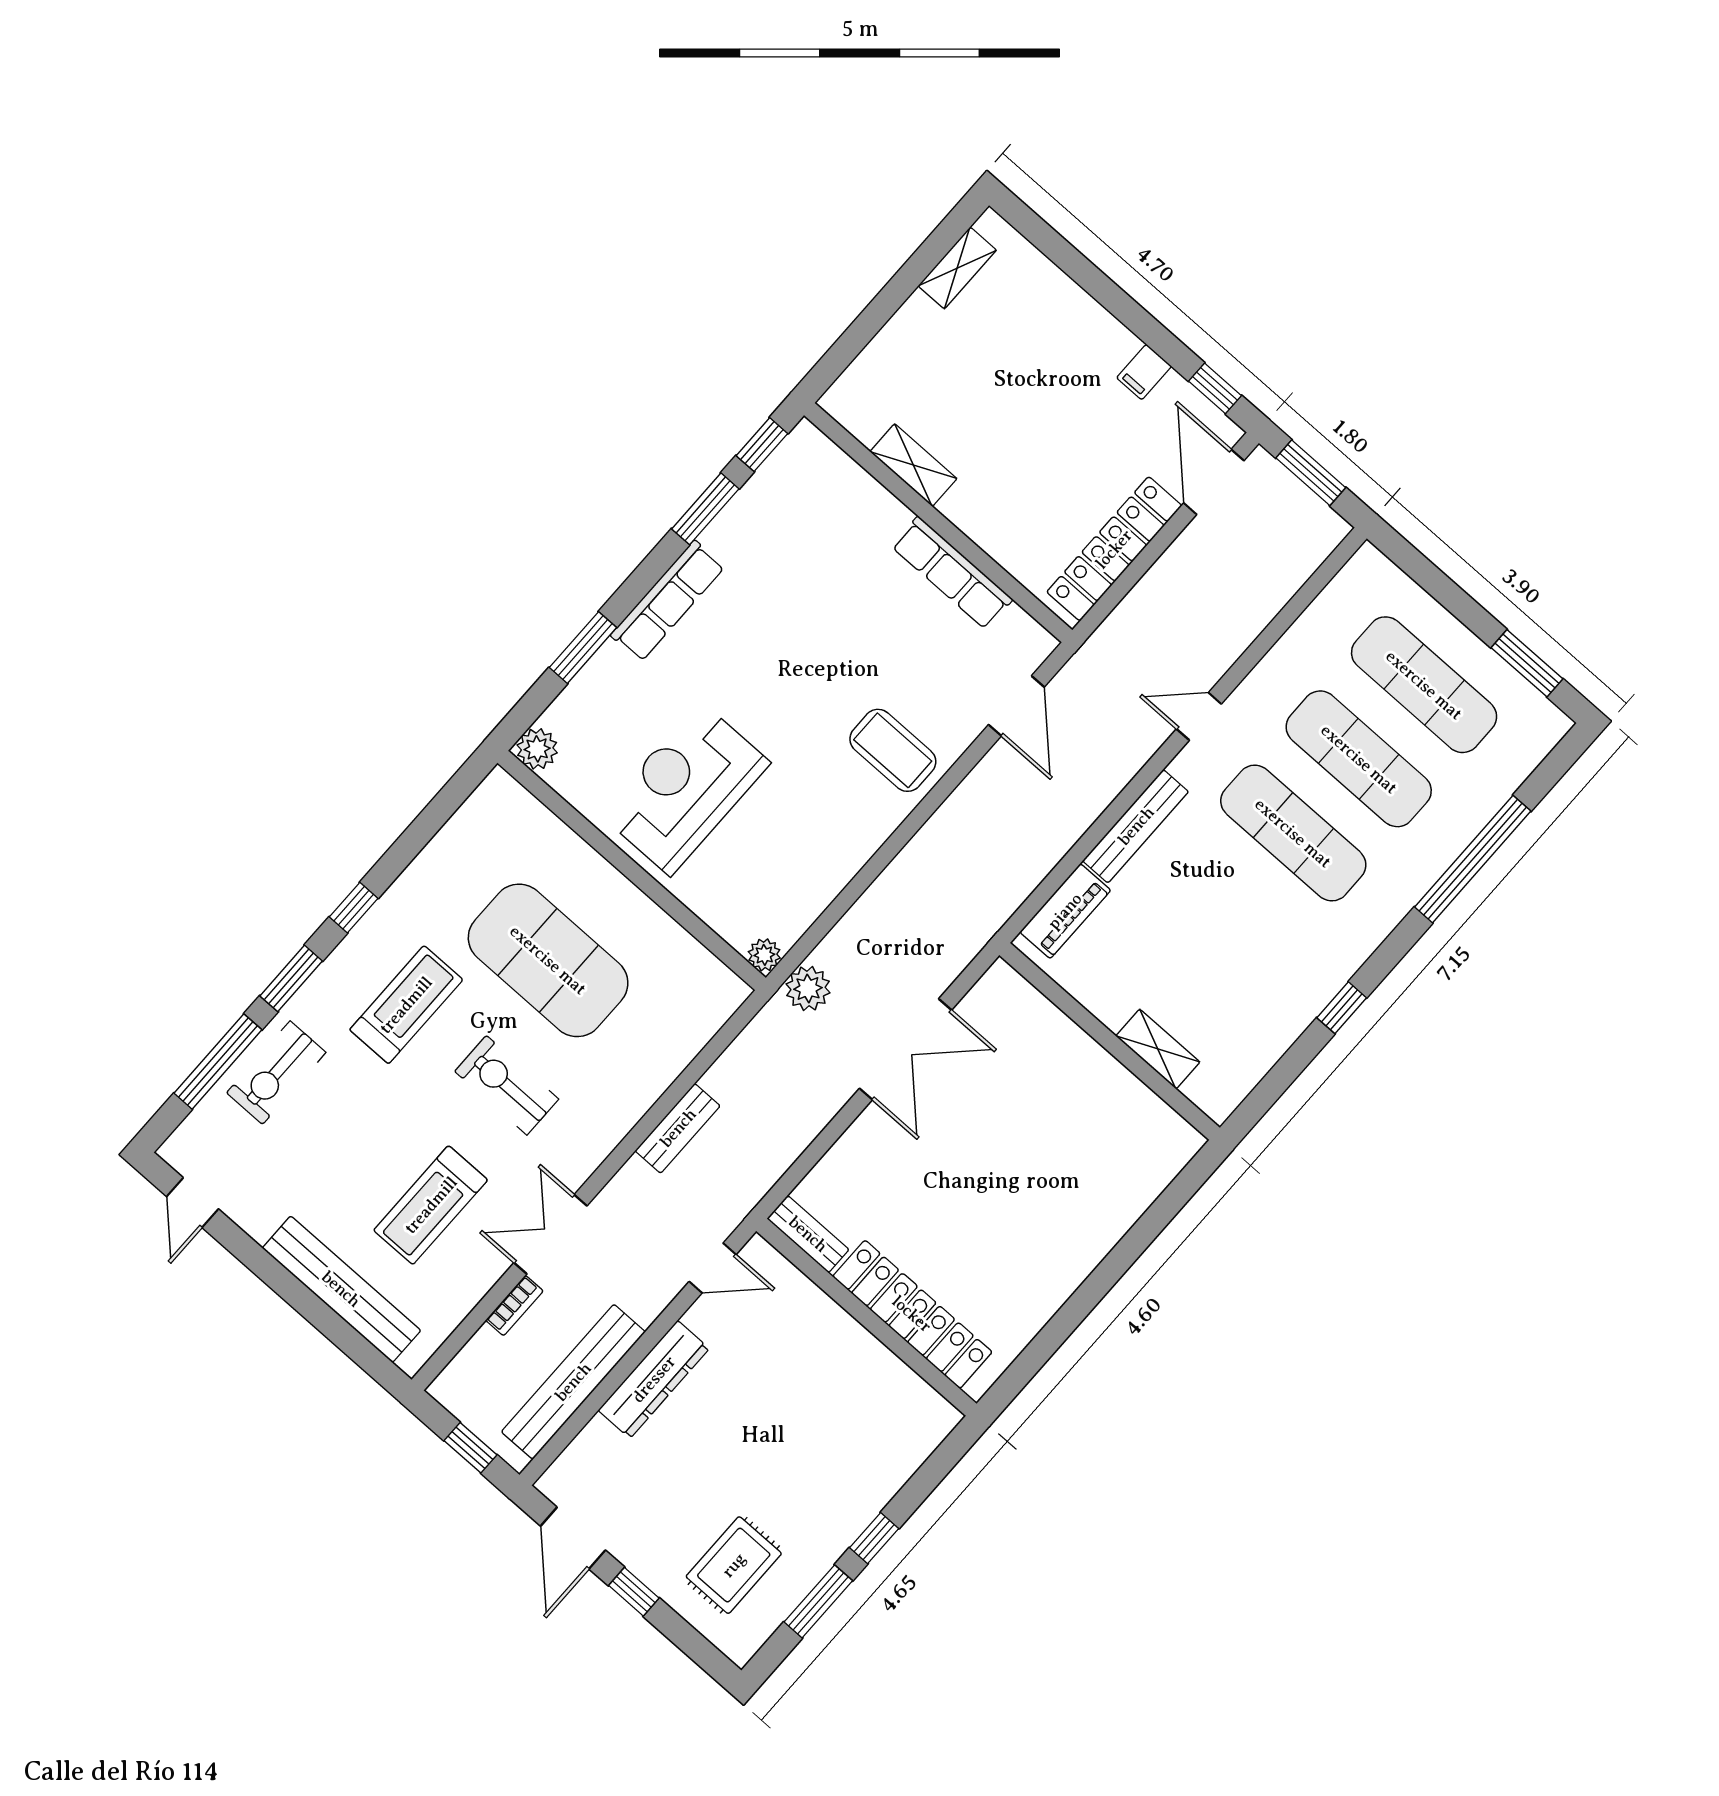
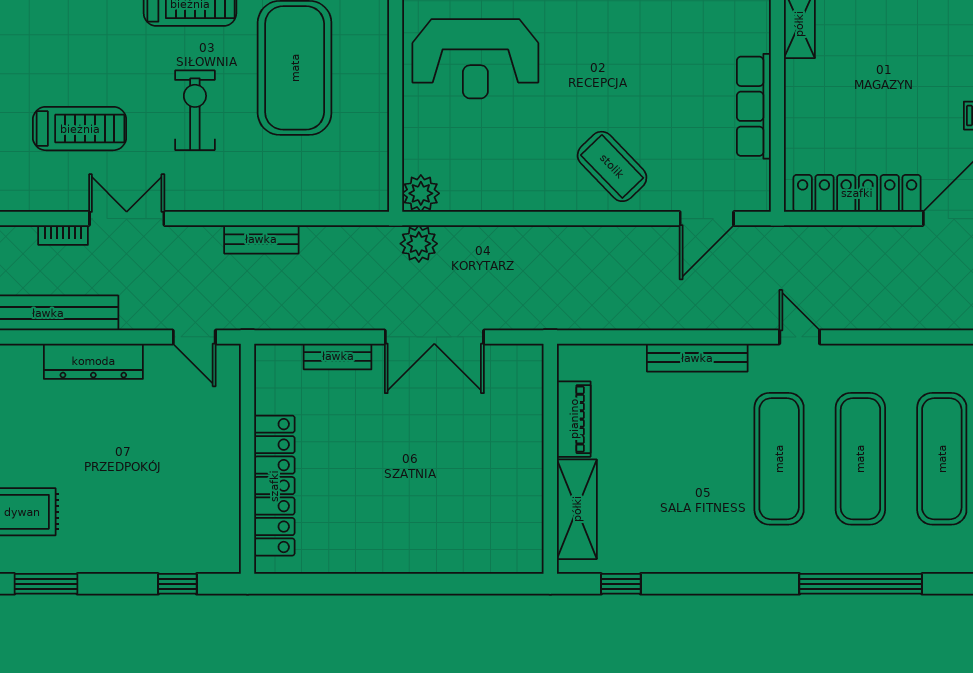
coffee table: (893, 750) -> (612, 166), turned -44
reception desk: (685, 788) -> (475, 59), turned 180
piano: (1065, 911) -> (574, 419), moved, turned -90
plant: (764, 955) -> (421, 193), width x1.38, depth x1.38
window: (1342, 1008) -> (621, 584), moved
shelving: (1158, 1049) -> (577, 509), width x1.50, depth x1.33
treadmill: (431, 1205) -> (80, 129), turned 180
bench: (808, 1234) -> (338, 356), moved, turned 90
window: (874, 1538) -> (177, 584), moved

